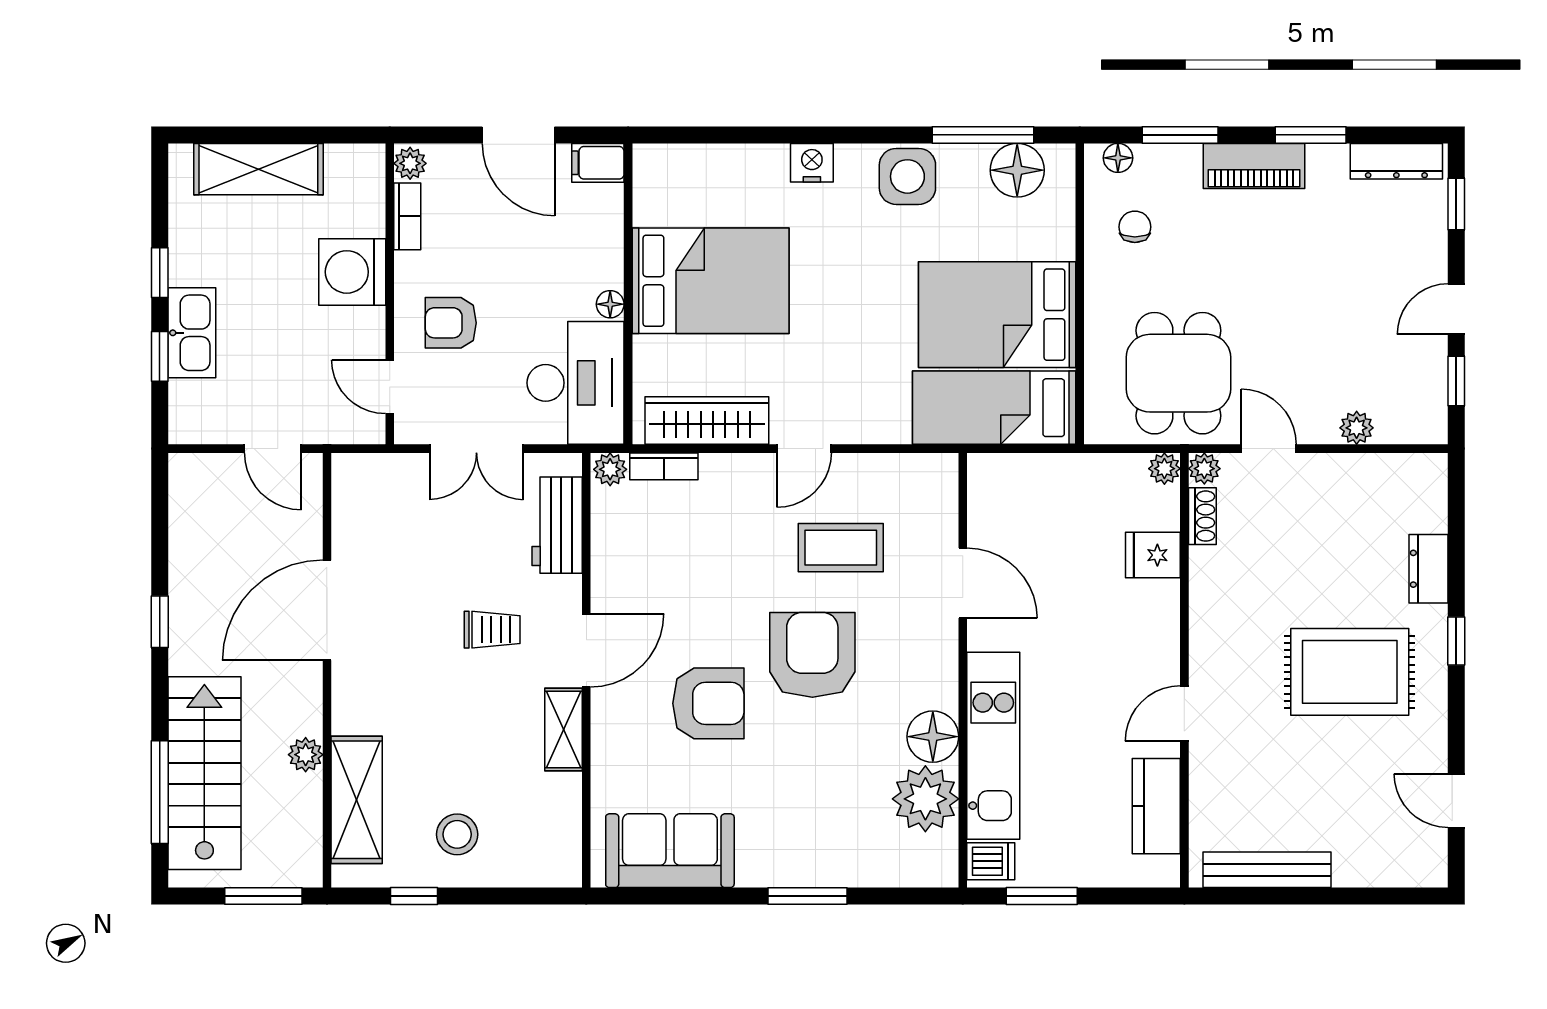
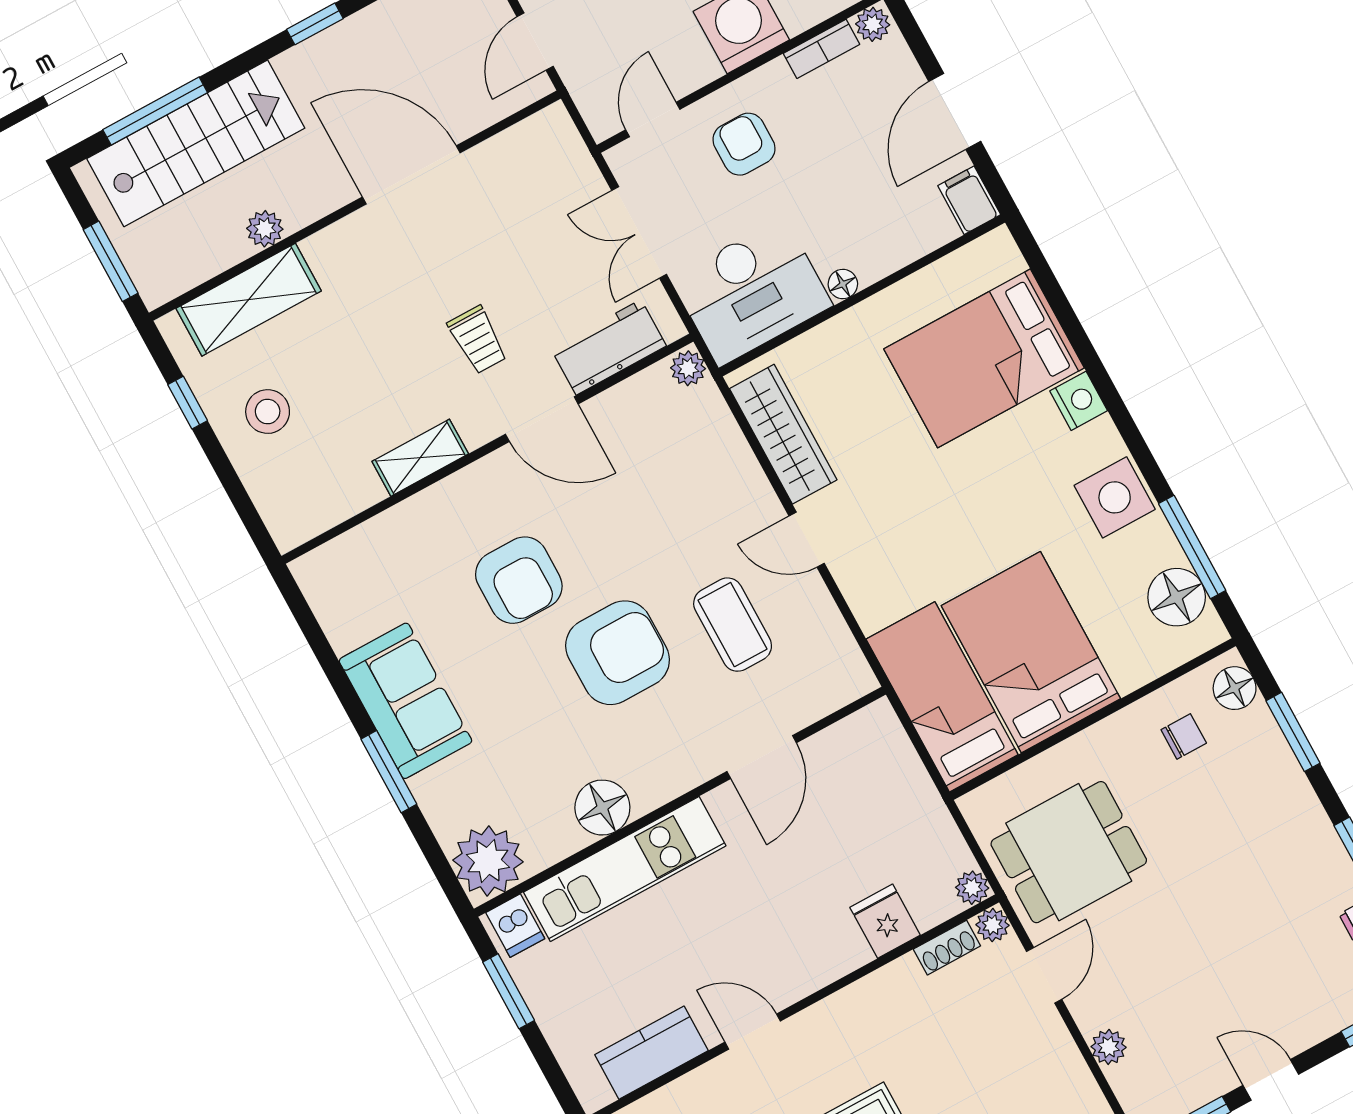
floor lamp: (1118, 158) -> (1235, 688), width x1.37, depth x1.37
piano: (1254, 166) -> (1302, 817), removed
bed: (711, 281) -> (984, 358), moved, turned 90
bookcase: (664, 466) -> (718, 417), removed
door: (586, 650) -> (542, 419), moved
plant: (925, 799) -> (488, 861), moved
sofa: (670, 851) -> (405, 701), moved

